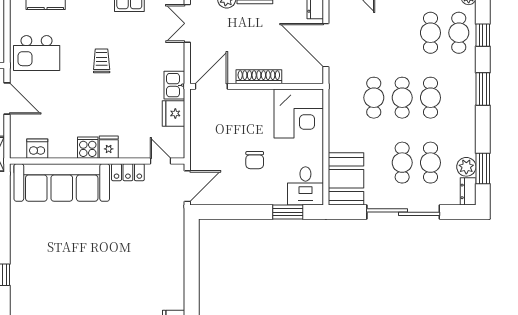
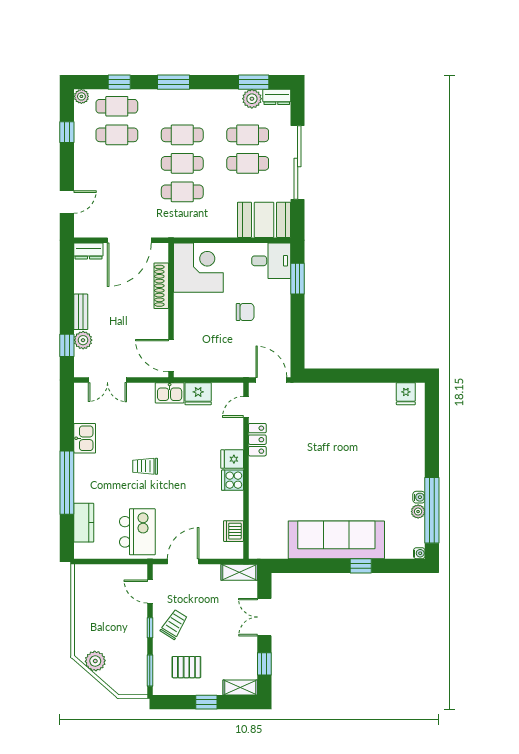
shoe rack: (259, 77) -> (161, 286), moved
sofa: (62, 182) -> (336, 540), moved, turned -90

